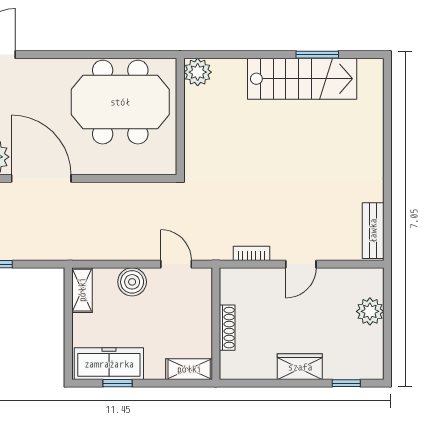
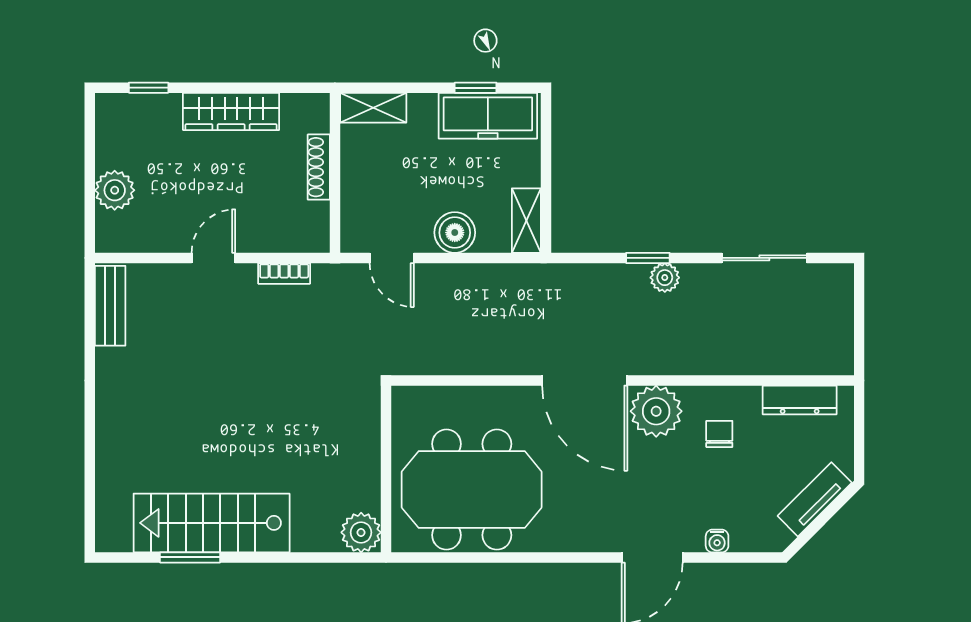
wardrobe: (300, 367) -> (231, 111), width x1.50

